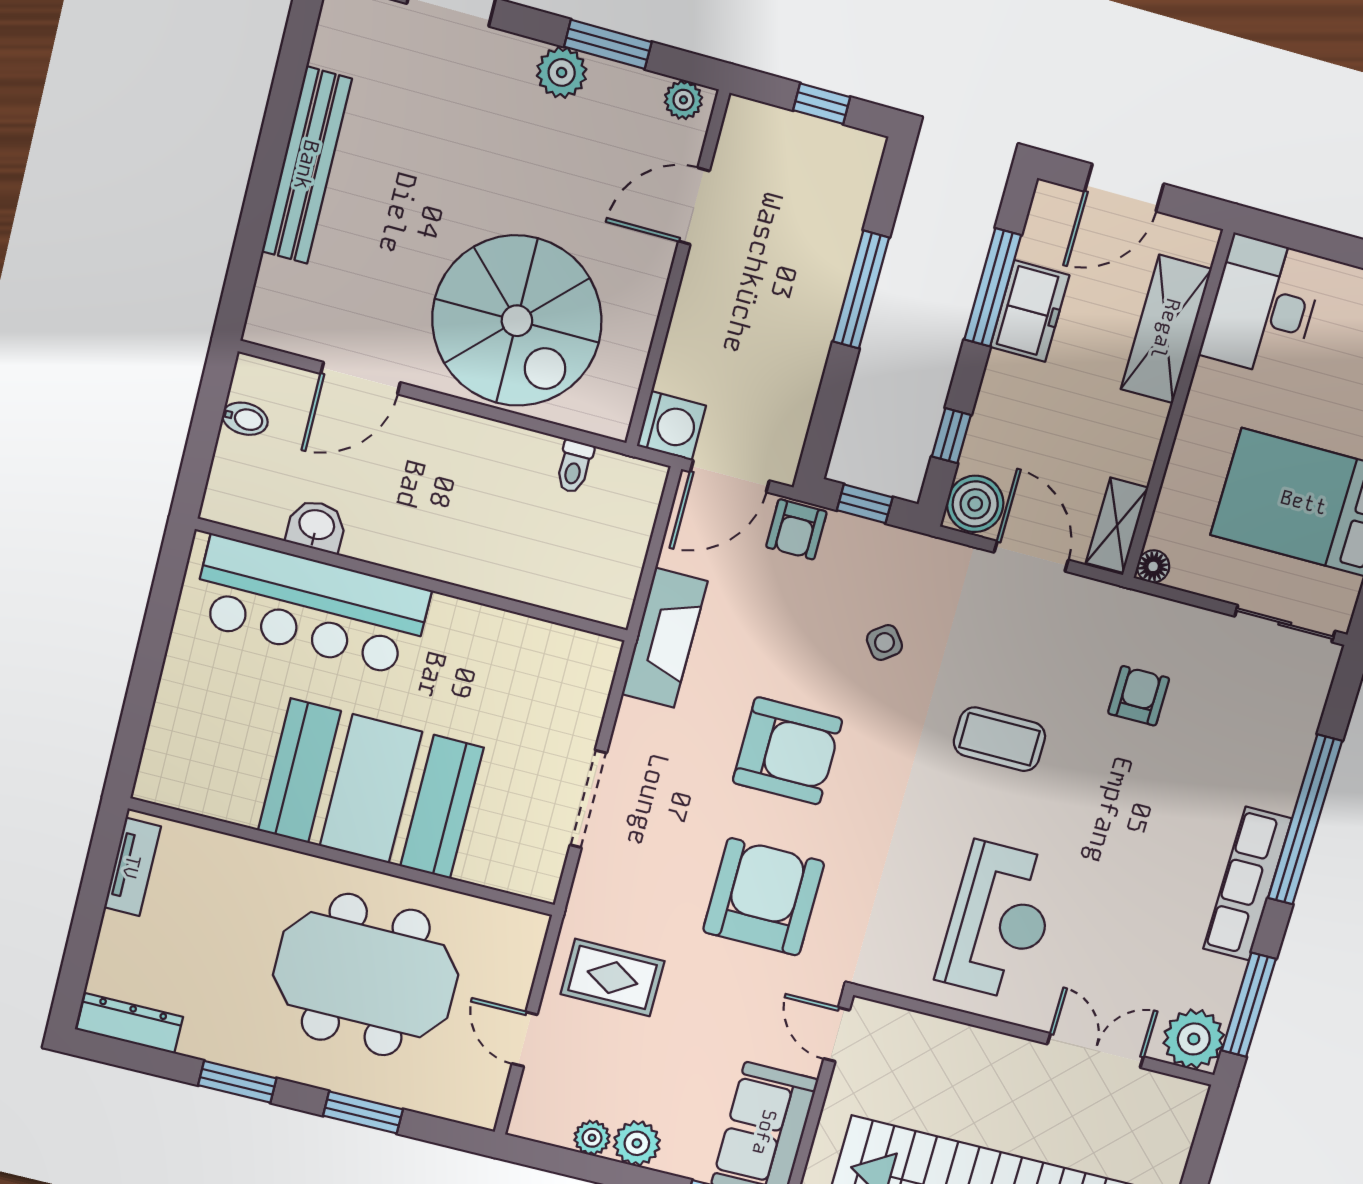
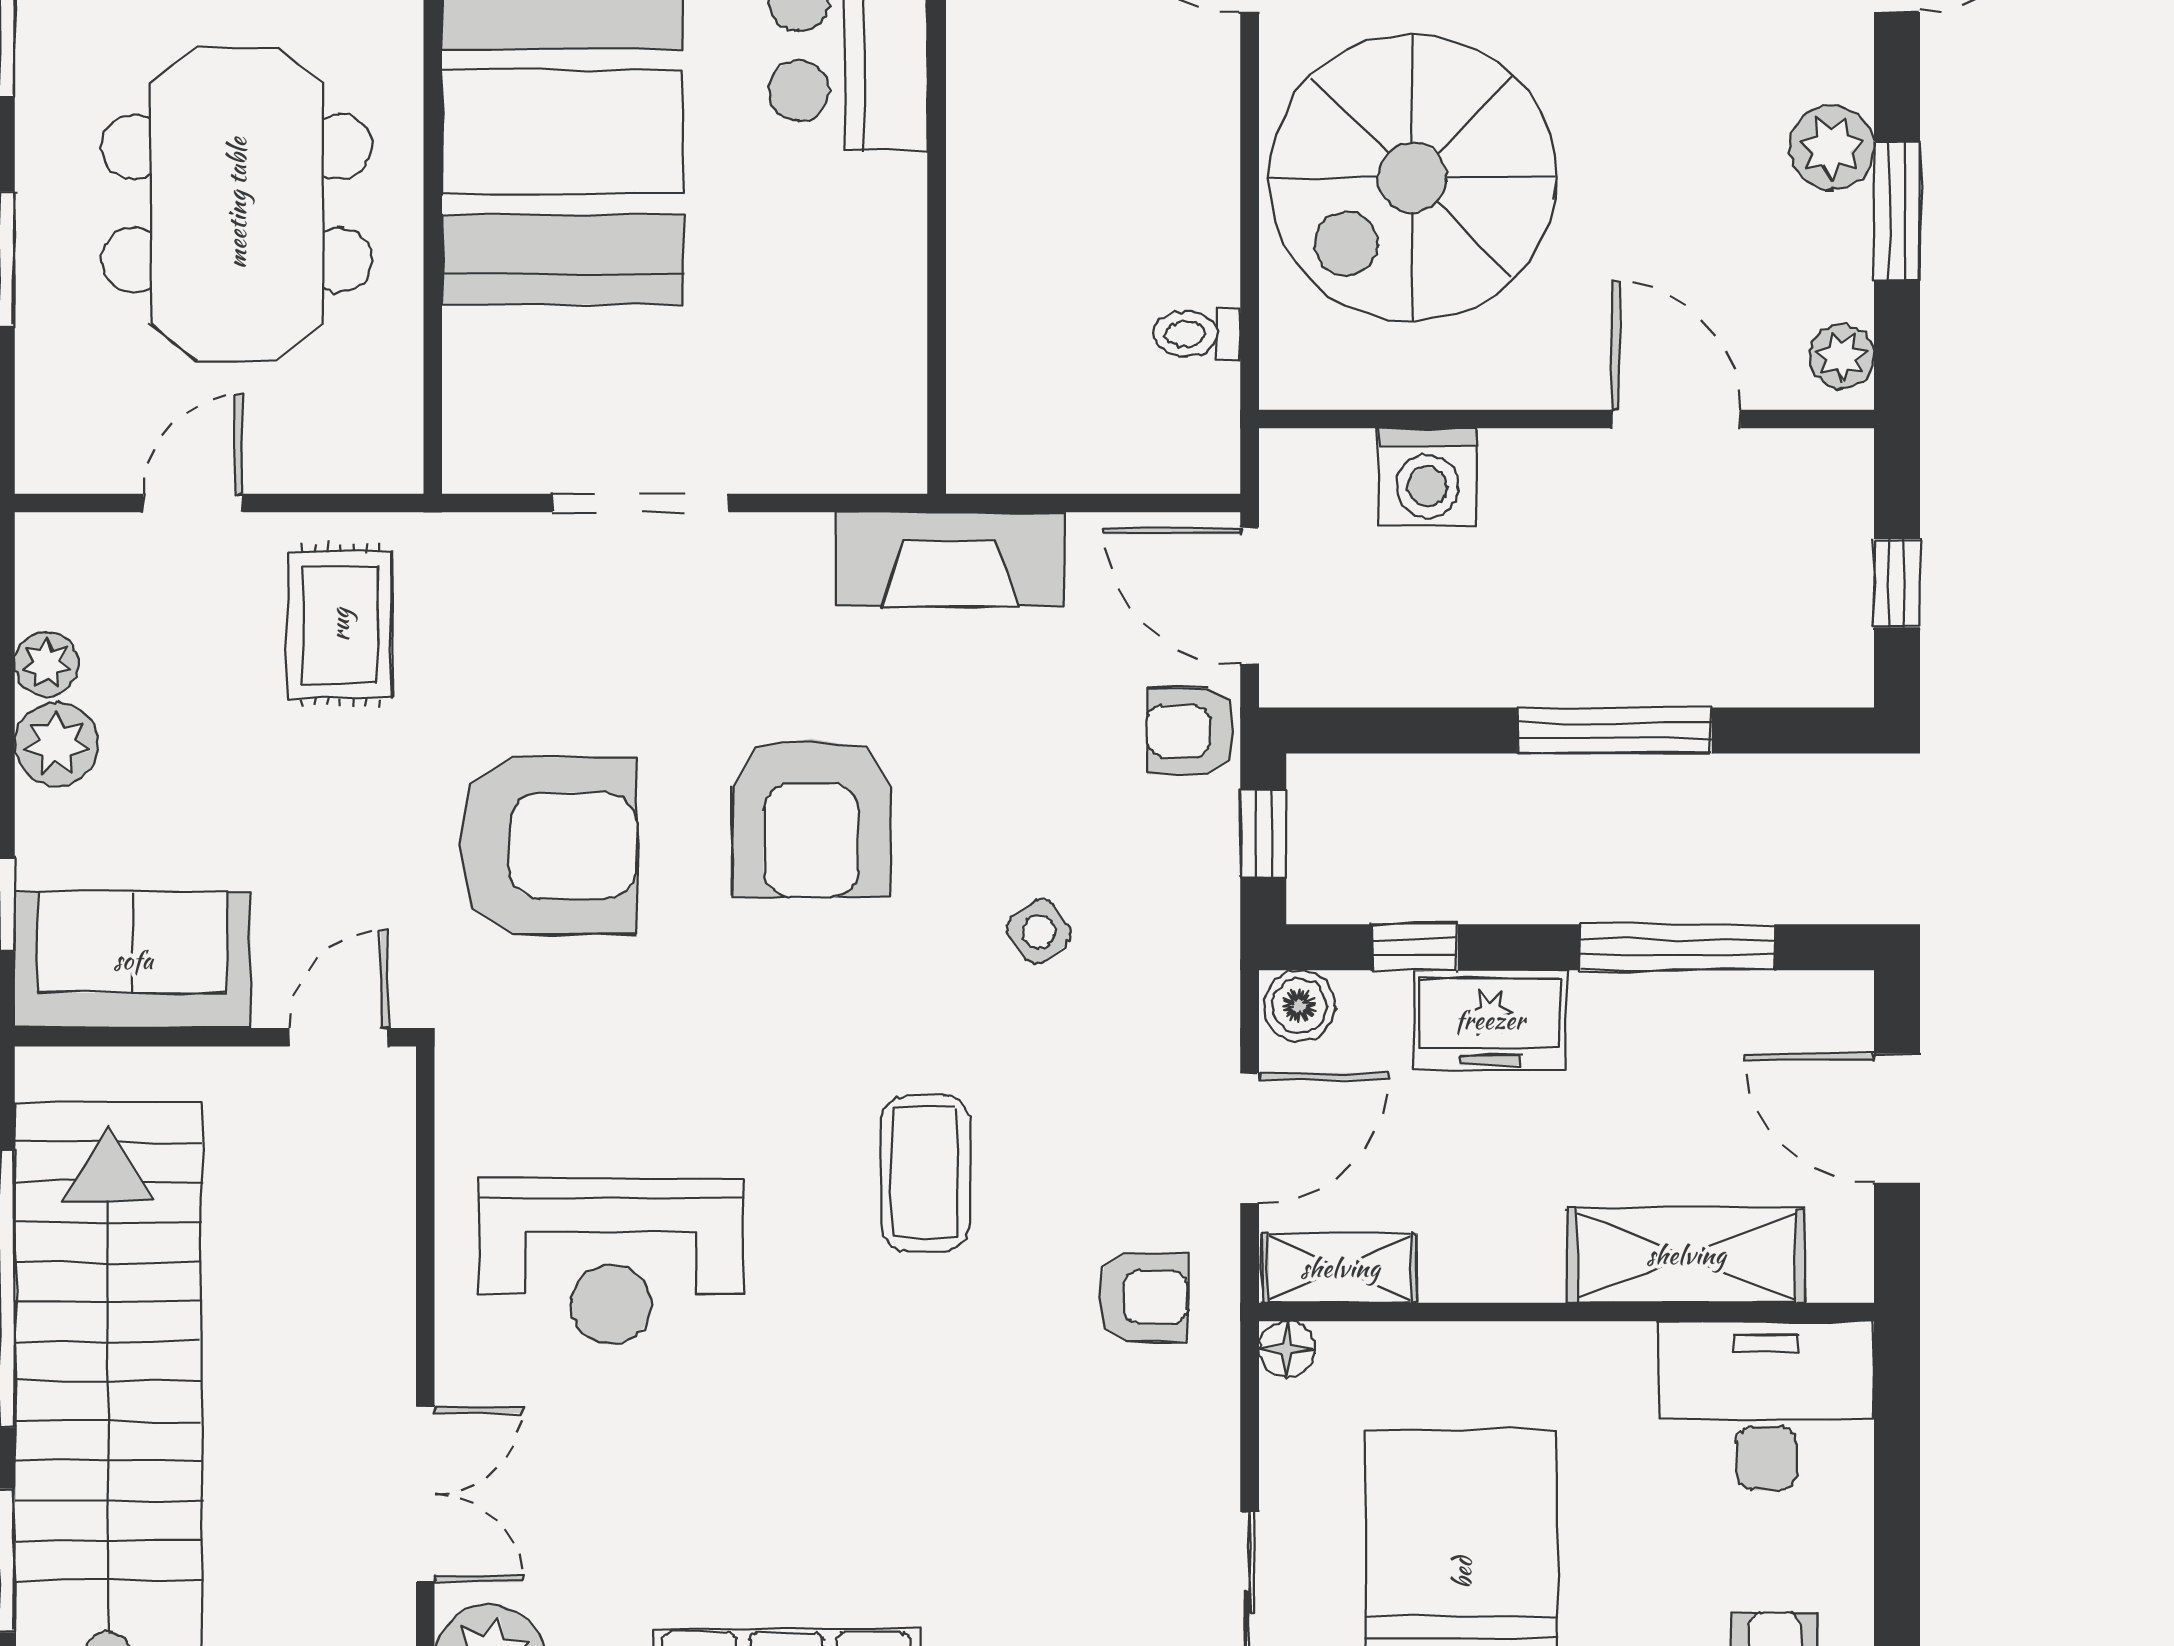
freezer: (1030, 311) -> (1490, 1020), moved
washing machine: (671, 426) -> (1427, 477), moved
boiler: (975, 504) -> (1299, 1006), width x0.73, depth x0.73
armchair: (1139, 696) -> (1143, 1297), moved

